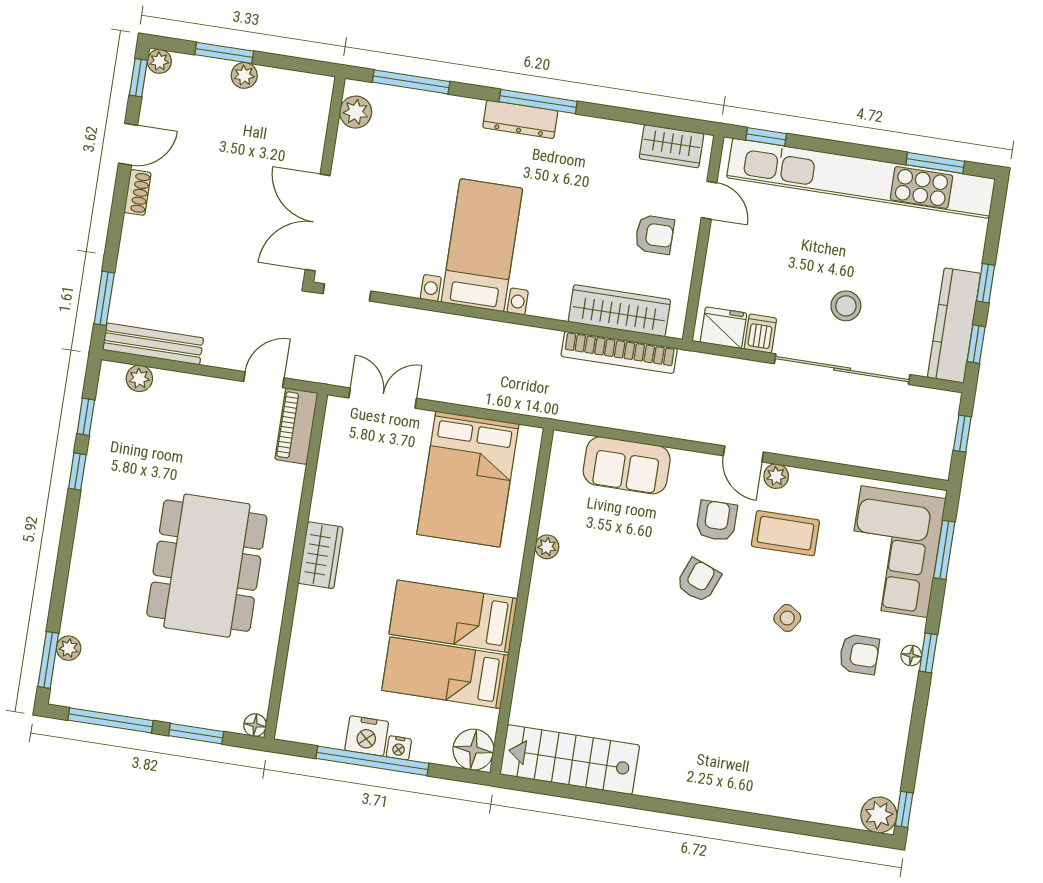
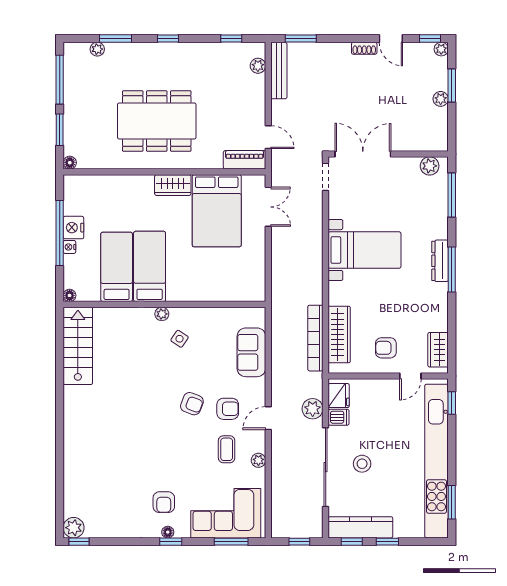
armchair: (654, 235) -> (386, 348), turned 90
plant: (739, 376) -> (313, 409), added
window: (77, 472) -> (168, 39), moved
plant: (776, 476) -> (258, 460), moved
bed: (468, 479) -> (217, 211), moved, turned -90
coffee table: (785, 533) -> (227, 449), width x0.73, depth x0.77
plant: (547, 547) -> (162, 314), moved
side table: (787, 618) -> (180, 339), moved
window: (48, 660) -> (115, 39), moved
floor lamp: (473, 750) -> (70, 295), width x0.53, depth x0.53

